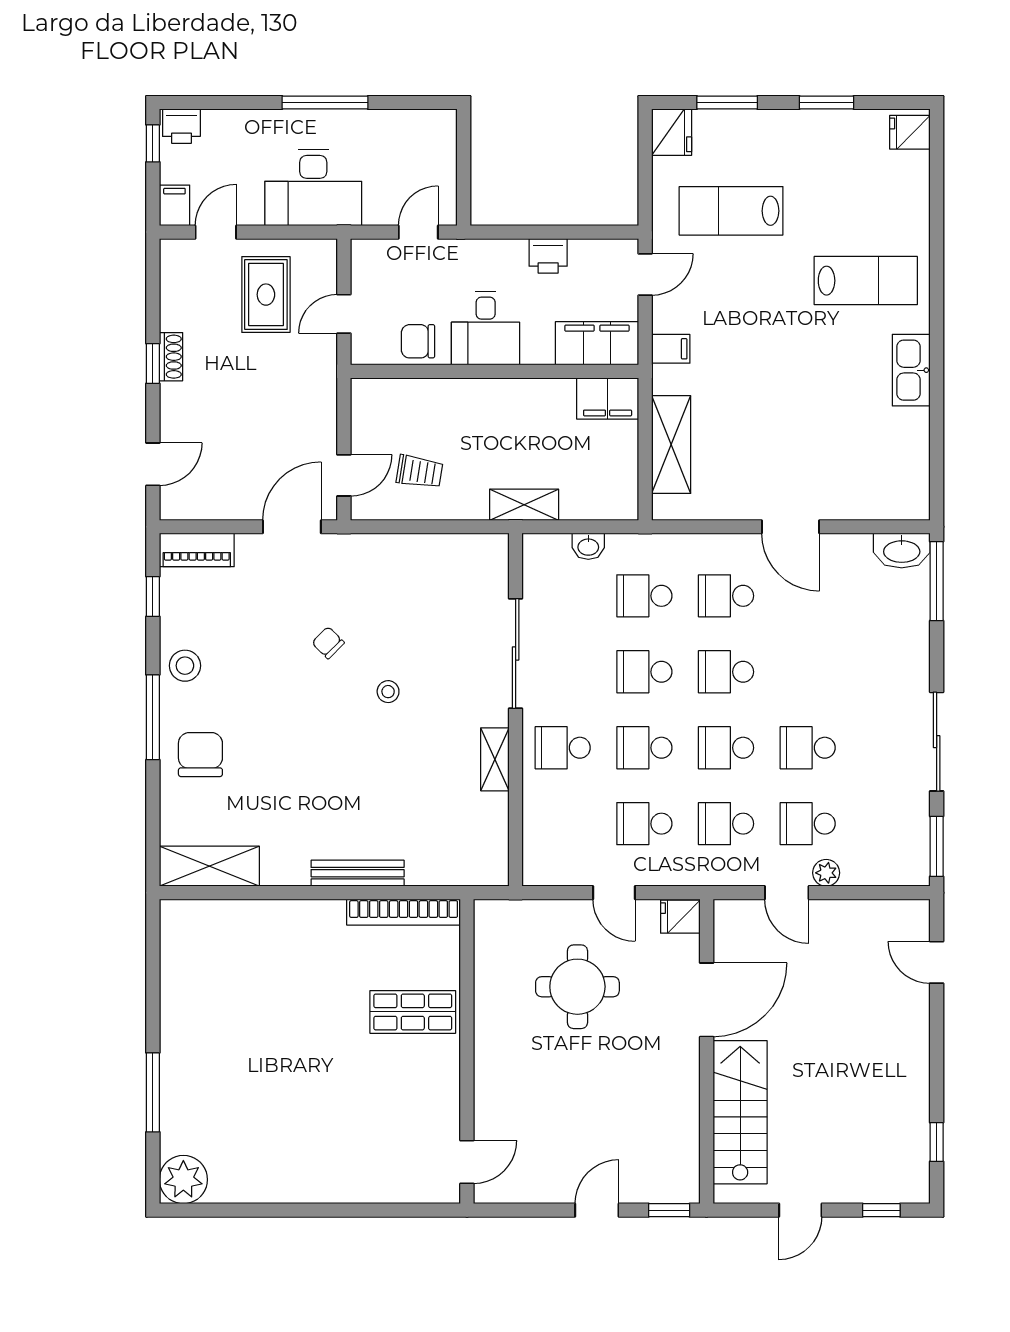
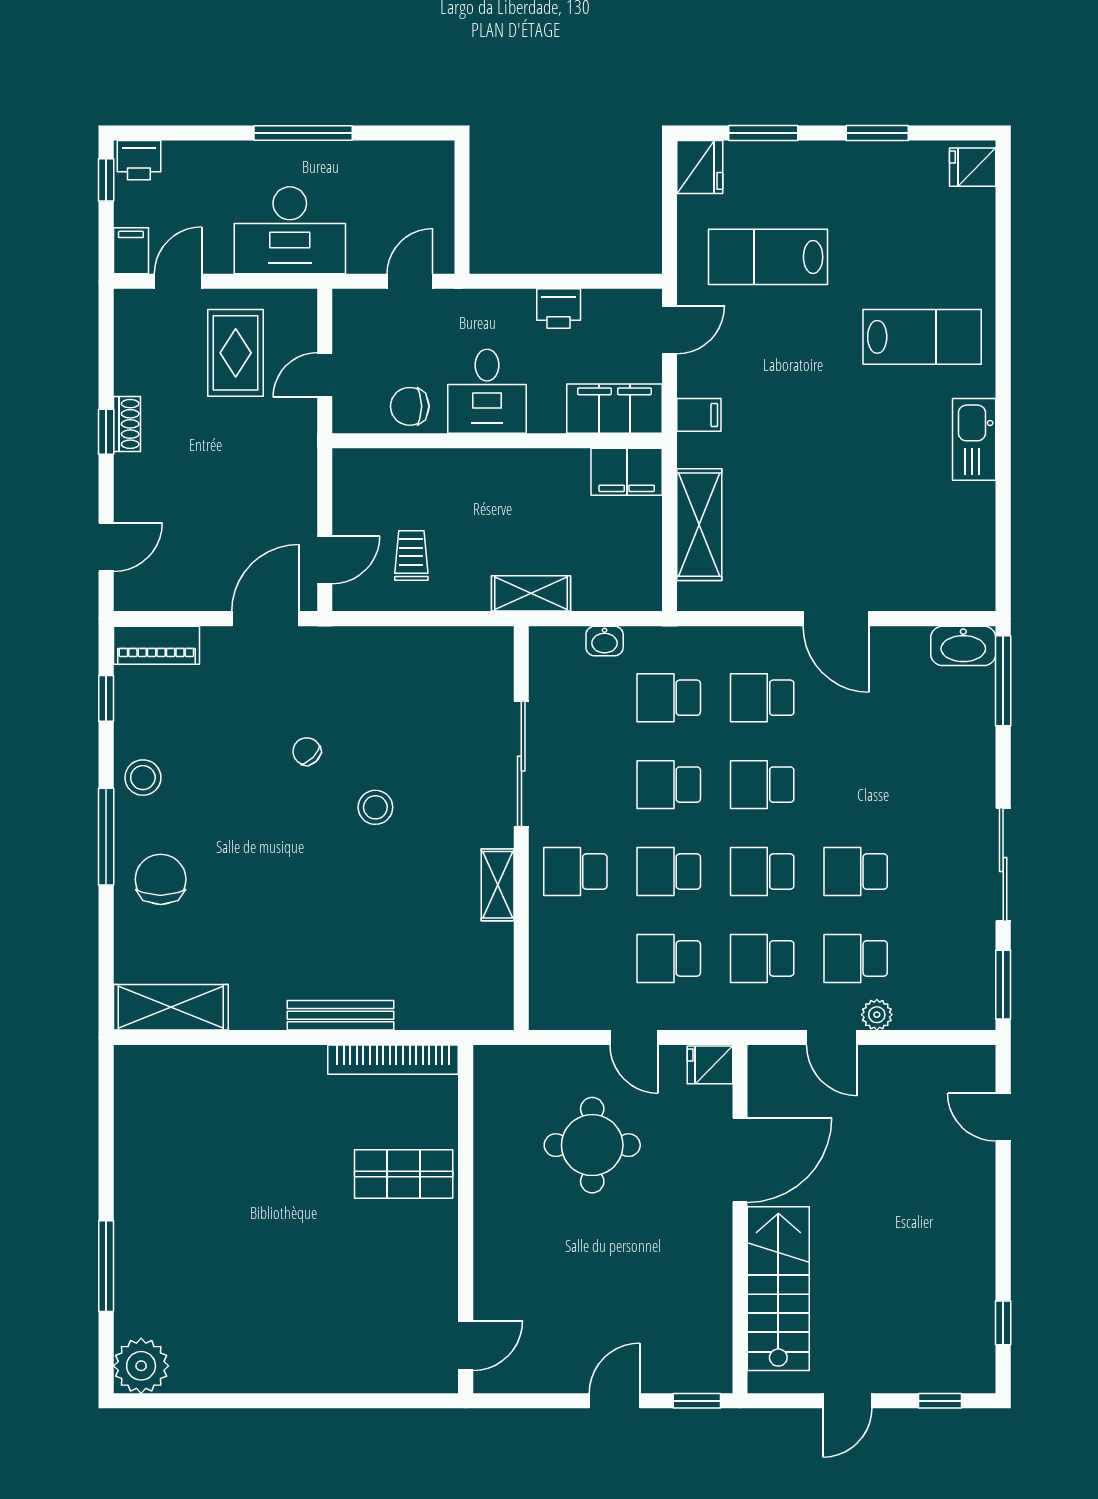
trolley: (419, 472) -> (411, 556), turned -99
stool: (388, 692) -> (375, 807), width x1.37, depth x1.37

